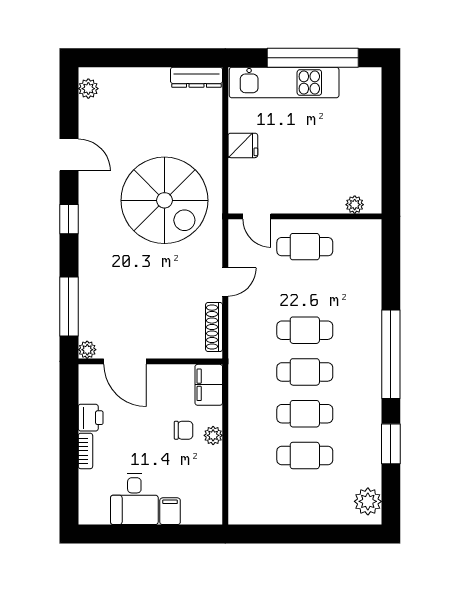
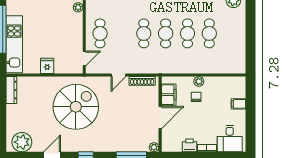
plant: (88, 89) -> (22, 142), width x1.88, depth x1.88
door: (225, 282) -> (119, 75), swing flipped
door: (125, 361) -> (160, 118), moved
filing cabinet: (209, 385) -> (169, 95), moved, turned -90
desk: (134, 499) -> (230, 139), moved, turned 90

